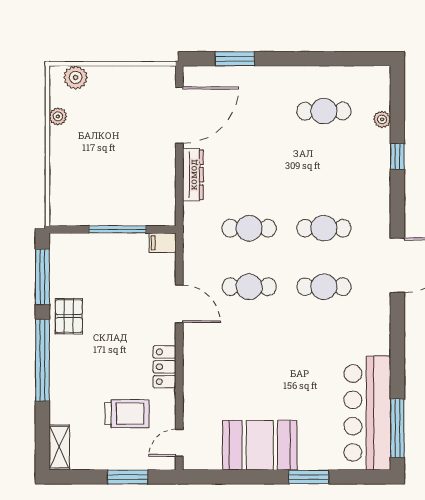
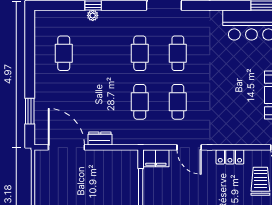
plant: (382, 119) -> (93, 15), moved
dresser: (193, 175) -> (100, 138), width x0.70
filing cabinet: (162, 243) -> (156, 158), width x2.00
door: (179, 304) -> (189, 147), swing flipped

